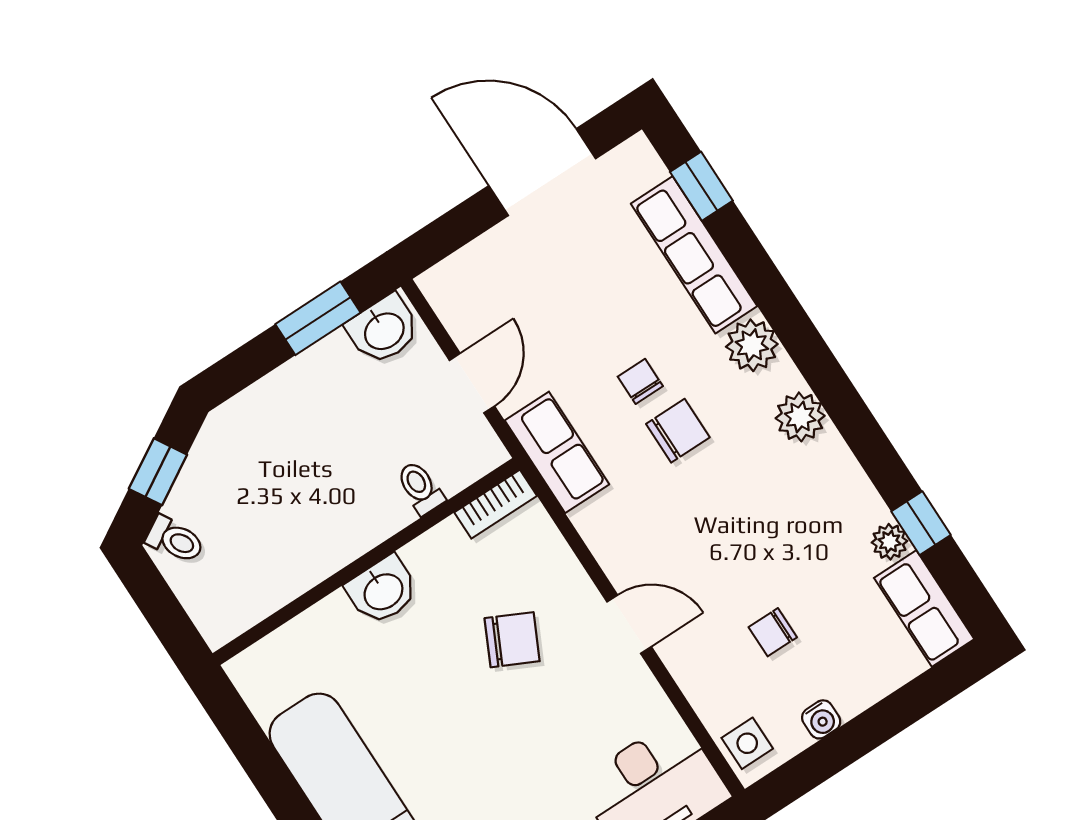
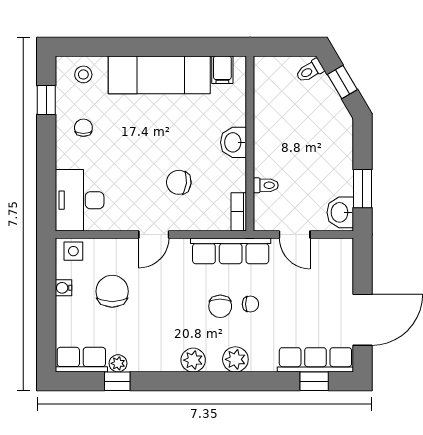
row of seats: (694, 255) -> (315, 360), moved
row of seats: (557, 452) -> (231, 251), width x1.48
chair: (773, 632) -> (112, 291), width x1.87, depth x1.87
chair: (512, 640) -> (179, 182), turned 70
filing cabinet: (271, 691) -> (222, 70), added

